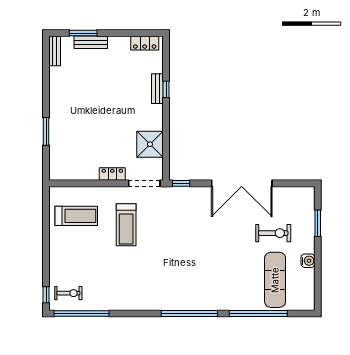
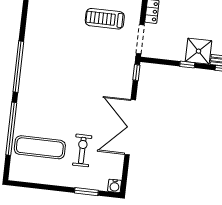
window: (166, 129) -> (187, 65), added
shower: (150, 144) -> (199, 51), moved
exercise bike: (273, 233) -> (82, 150), turned 180
water cooler: (308, 261) -> (115, 186), moved

